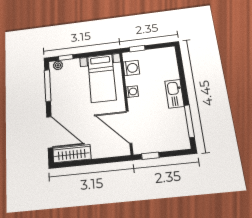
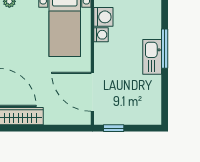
washing machine: (132, 92) -> (101, 35), moved
window: (189, 121) -> (165, 49), moved

